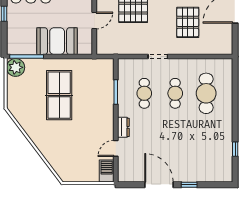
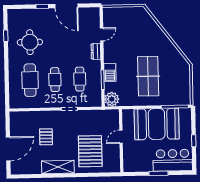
pallet: (188, 22) -> (46, 137), width x0.67, depth x0.71
booth: (57, 41) -> (157, 124), width x1.36, depth x1.42
plant: (16, 67) -> (112, 99), moved
round table: (205, 140) -> (30, 42), added
barbecue: (107, 171) -> (110, 73), moved

